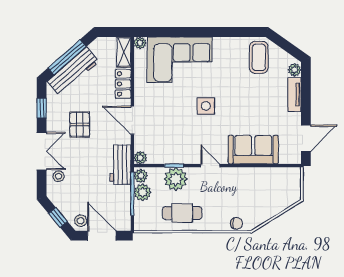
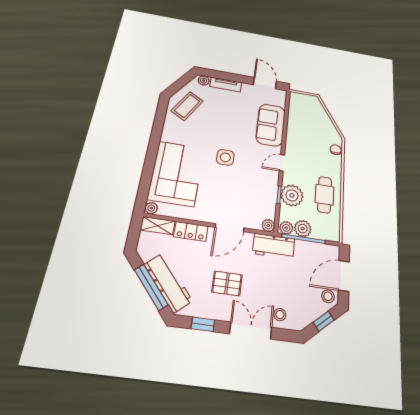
coffee table: (259, 57) -> (187, 106), turned -60

